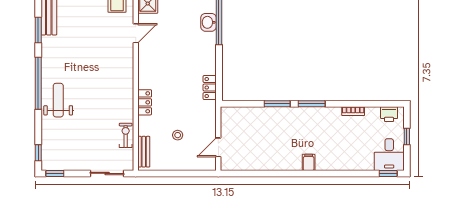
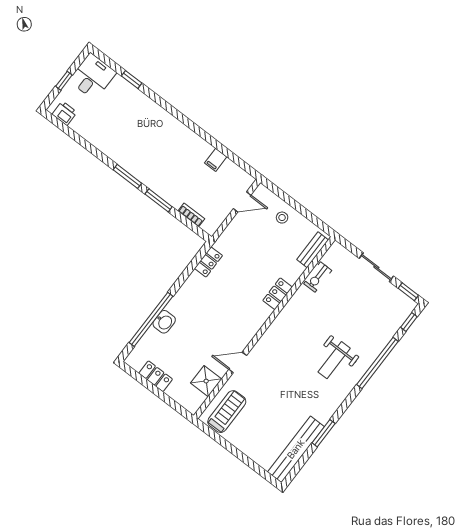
window: (38, 83) -> (377, 363), moved
weight bench: (58, 100) -> (334, 360), moved
bookcase: (353, 111) -> (191, 215), moved
stool: (178, 135) -> (282, 218), moved
filing cabinet: (309, 162) -> (216, 160), moved
sliding door: (107, 173) -> (376, 267), moved
window: (388, 173) -> (132, 79), moved

